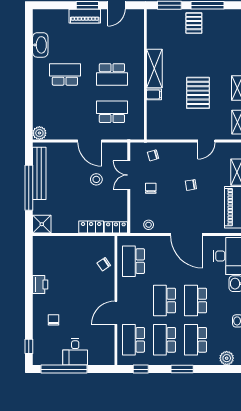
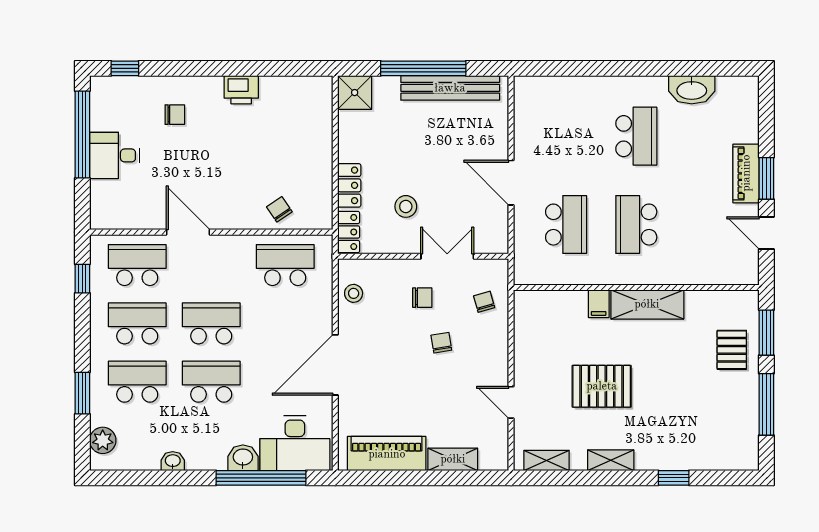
pallet: (194, 23) -> (732, 350), moved, turned 90
plant: (39, 133) -> (526, 88), removed
door: (90, 141) -> (511, 183), hinge flipped
stool: (96, 179) -> (406, 206), moved
chair: (191, 185) -> (441, 343), moved
window: (182, 369) -> (82, 393), moved

